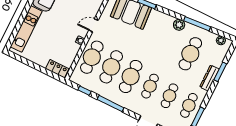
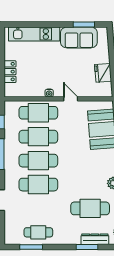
locker: (57, 69) -> (10, 72), moved
dresser: (209, 78) -> (95, 239), moved
cafe table: (150, 86) -> (38, 185), width x1.37, depth x1.35
cafe table: (169, 96) -> (38, 208), removed

